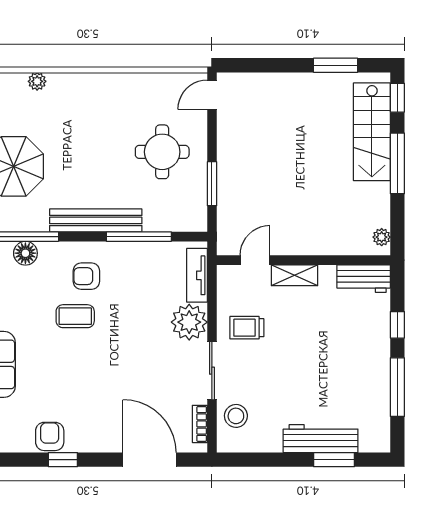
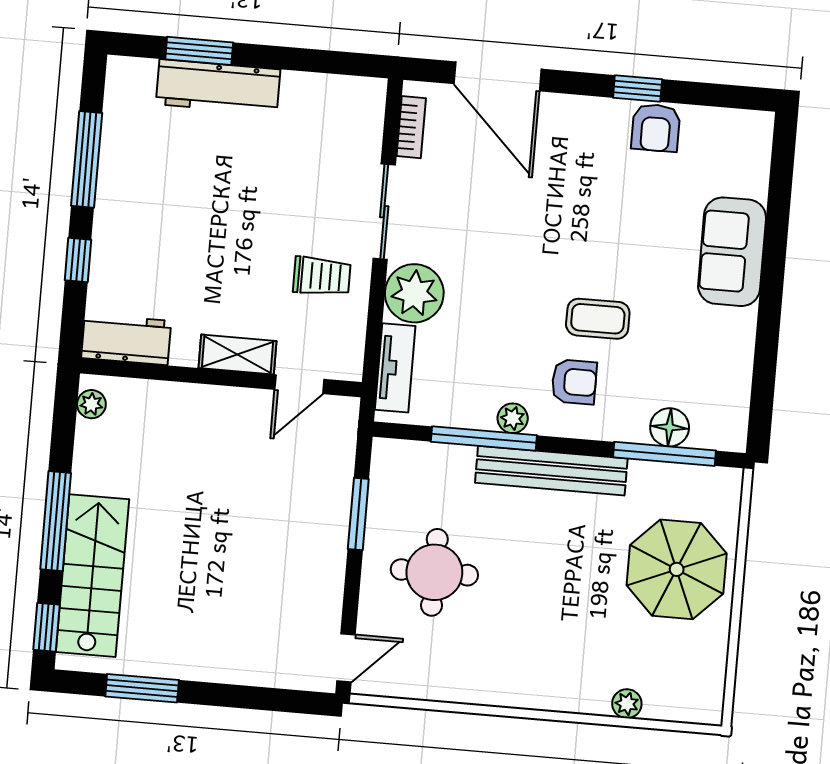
plant: (122, 251) -> (513, 418), added
stool: (236, 416) -> (352, 135), removed

